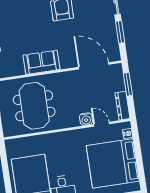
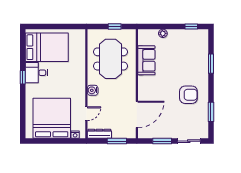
sofa: (41, 62) -> (146, 60), moved
meeting table: (34, 106) -> (110, 59), turned 90
water cooler: (86, 119) -> (93, 90), moved

